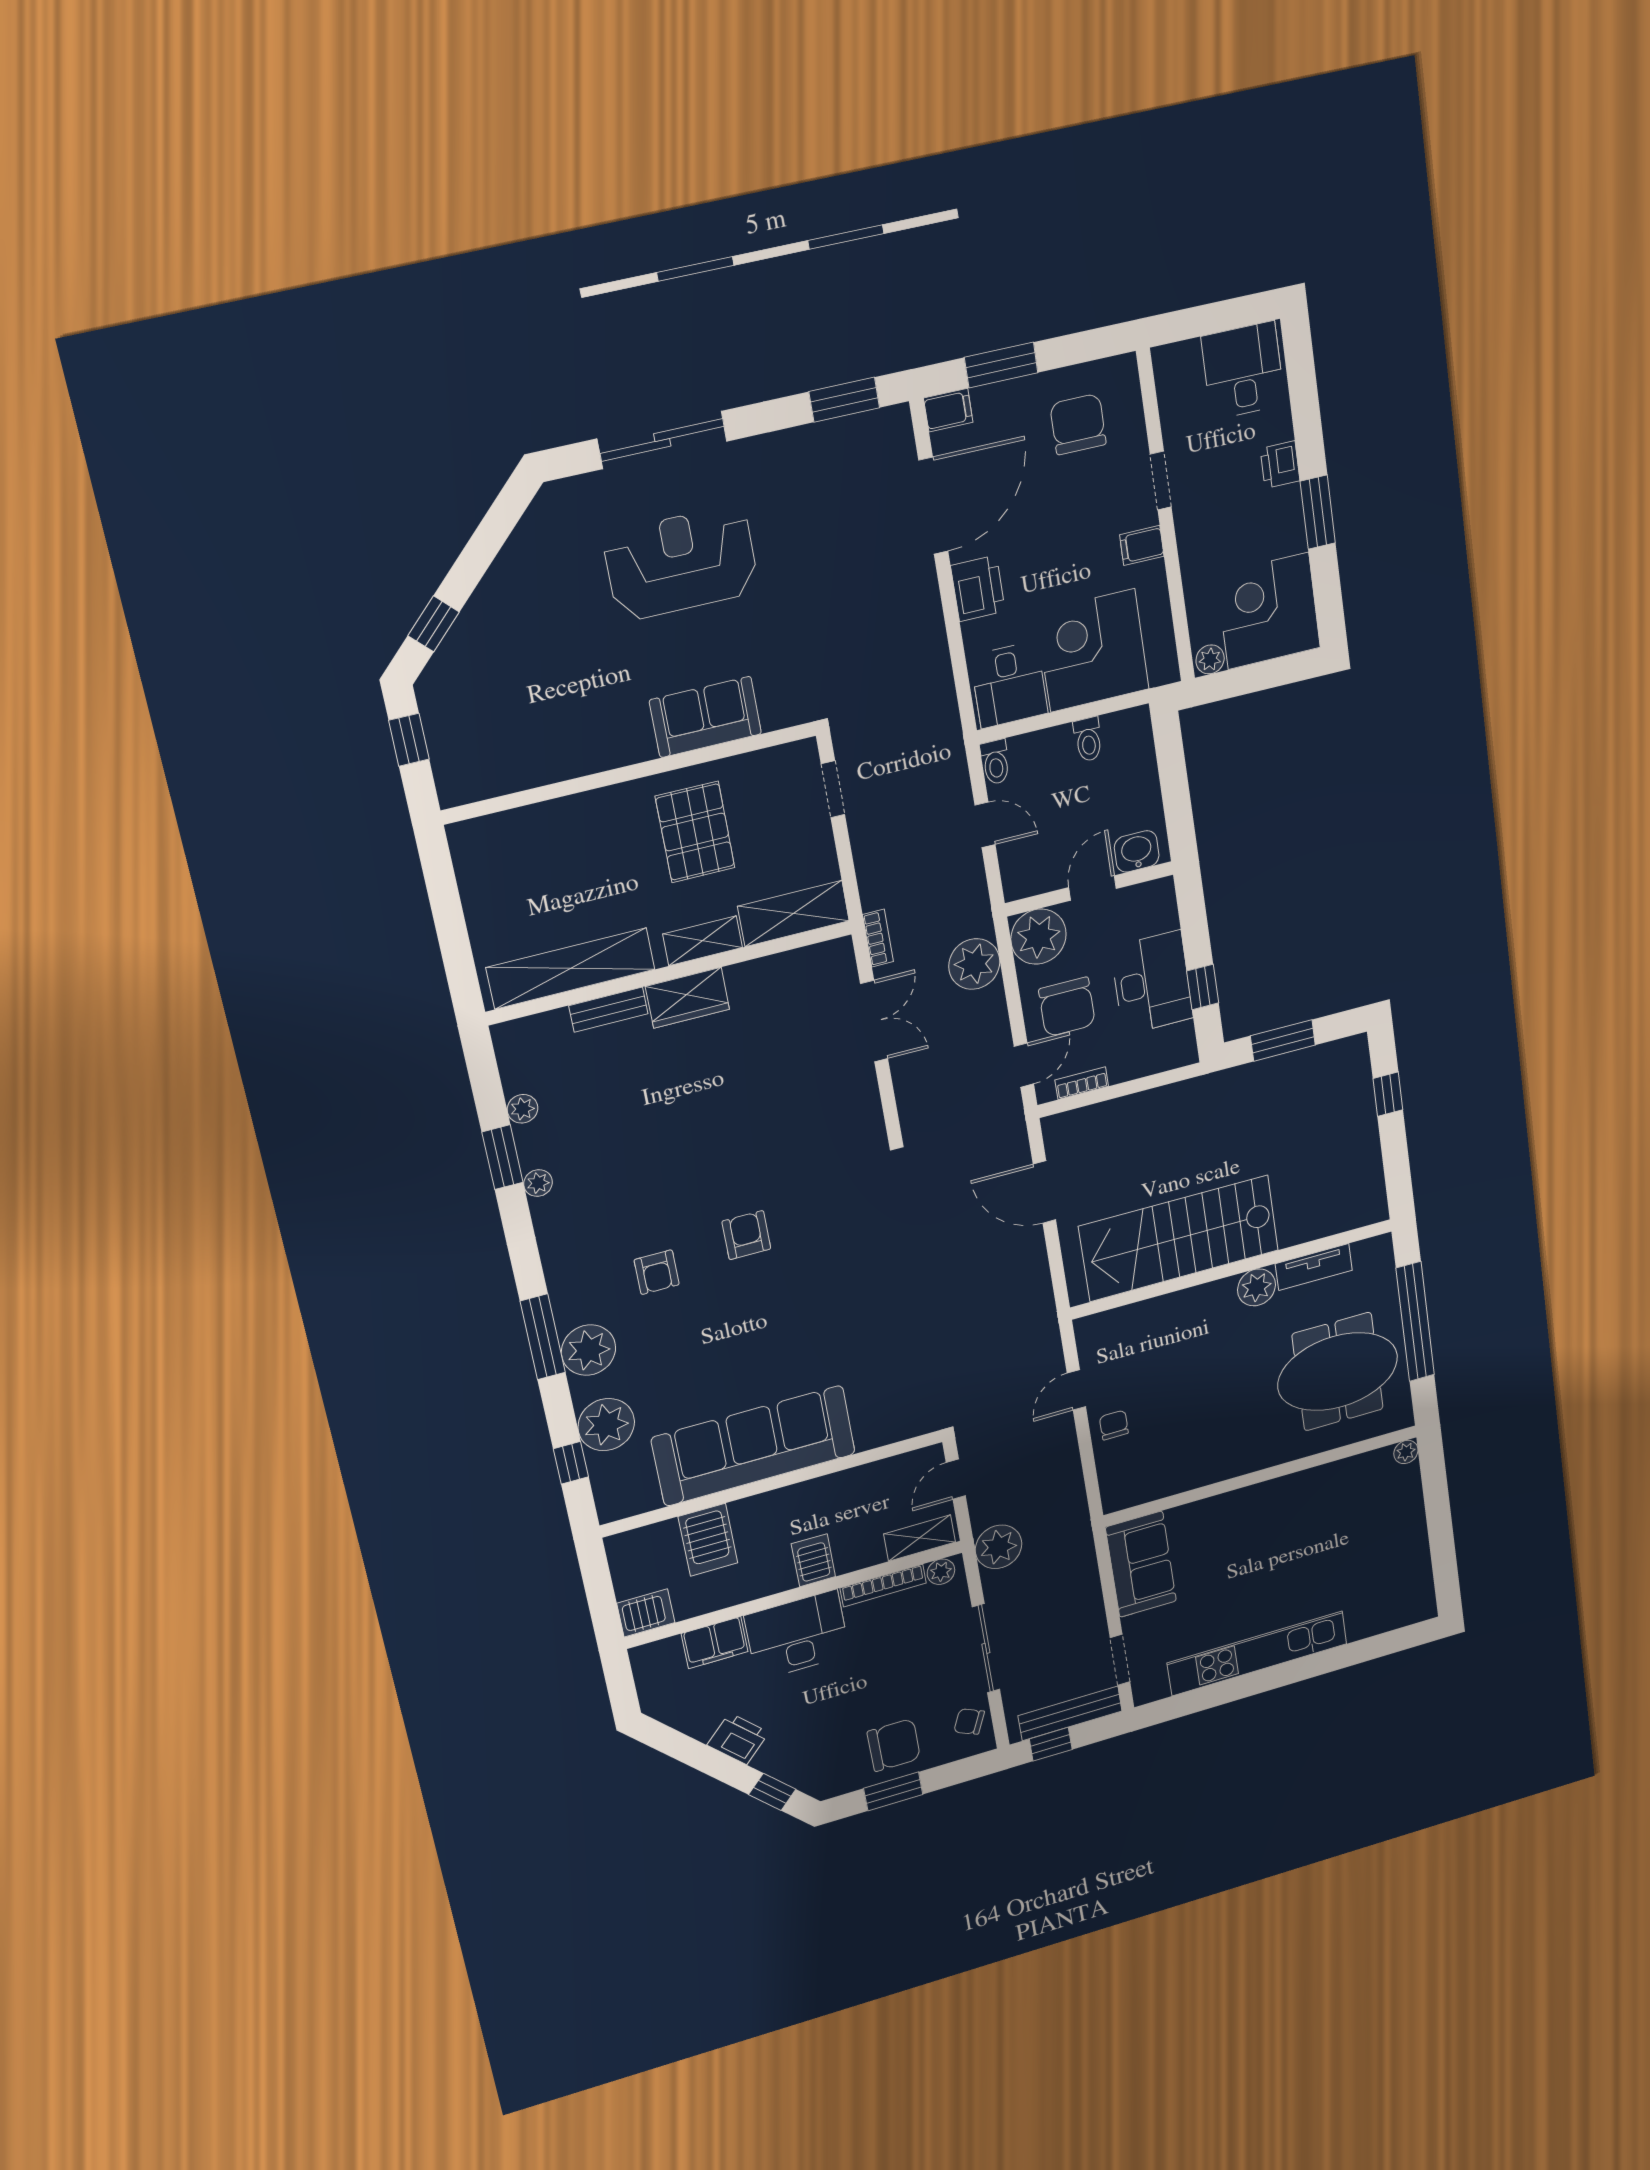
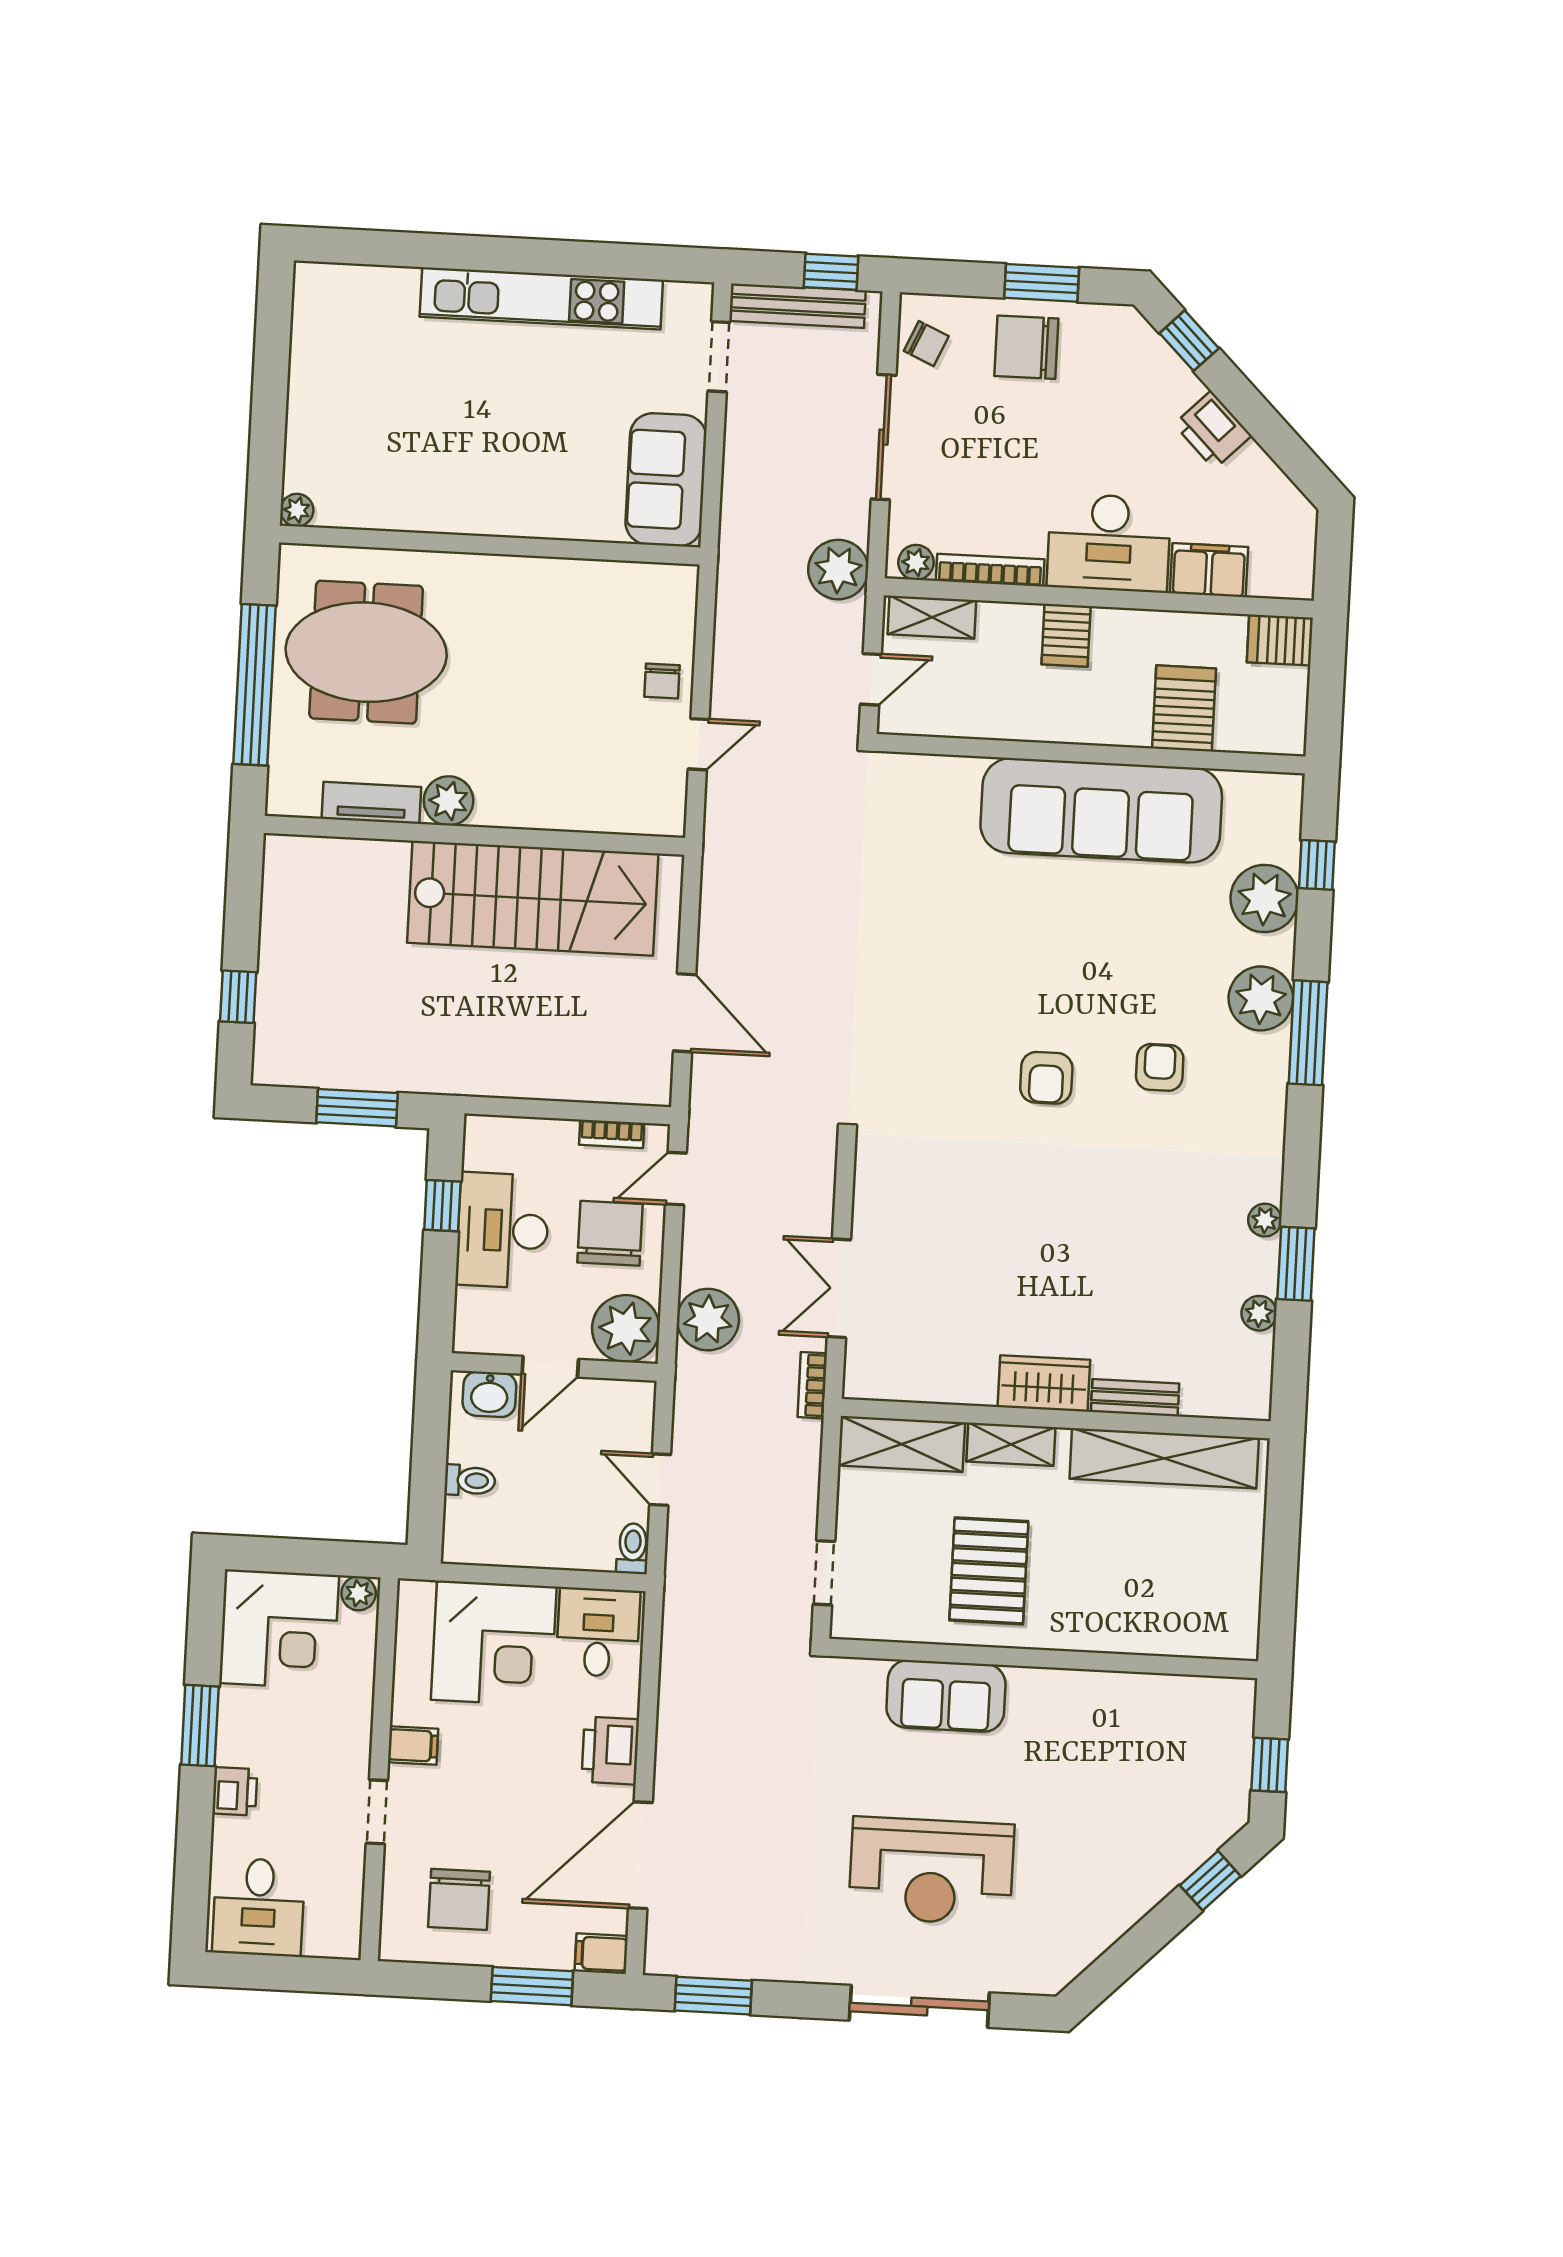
toilet: (1088, 739) -> (470, 1480), moved, turned 90

